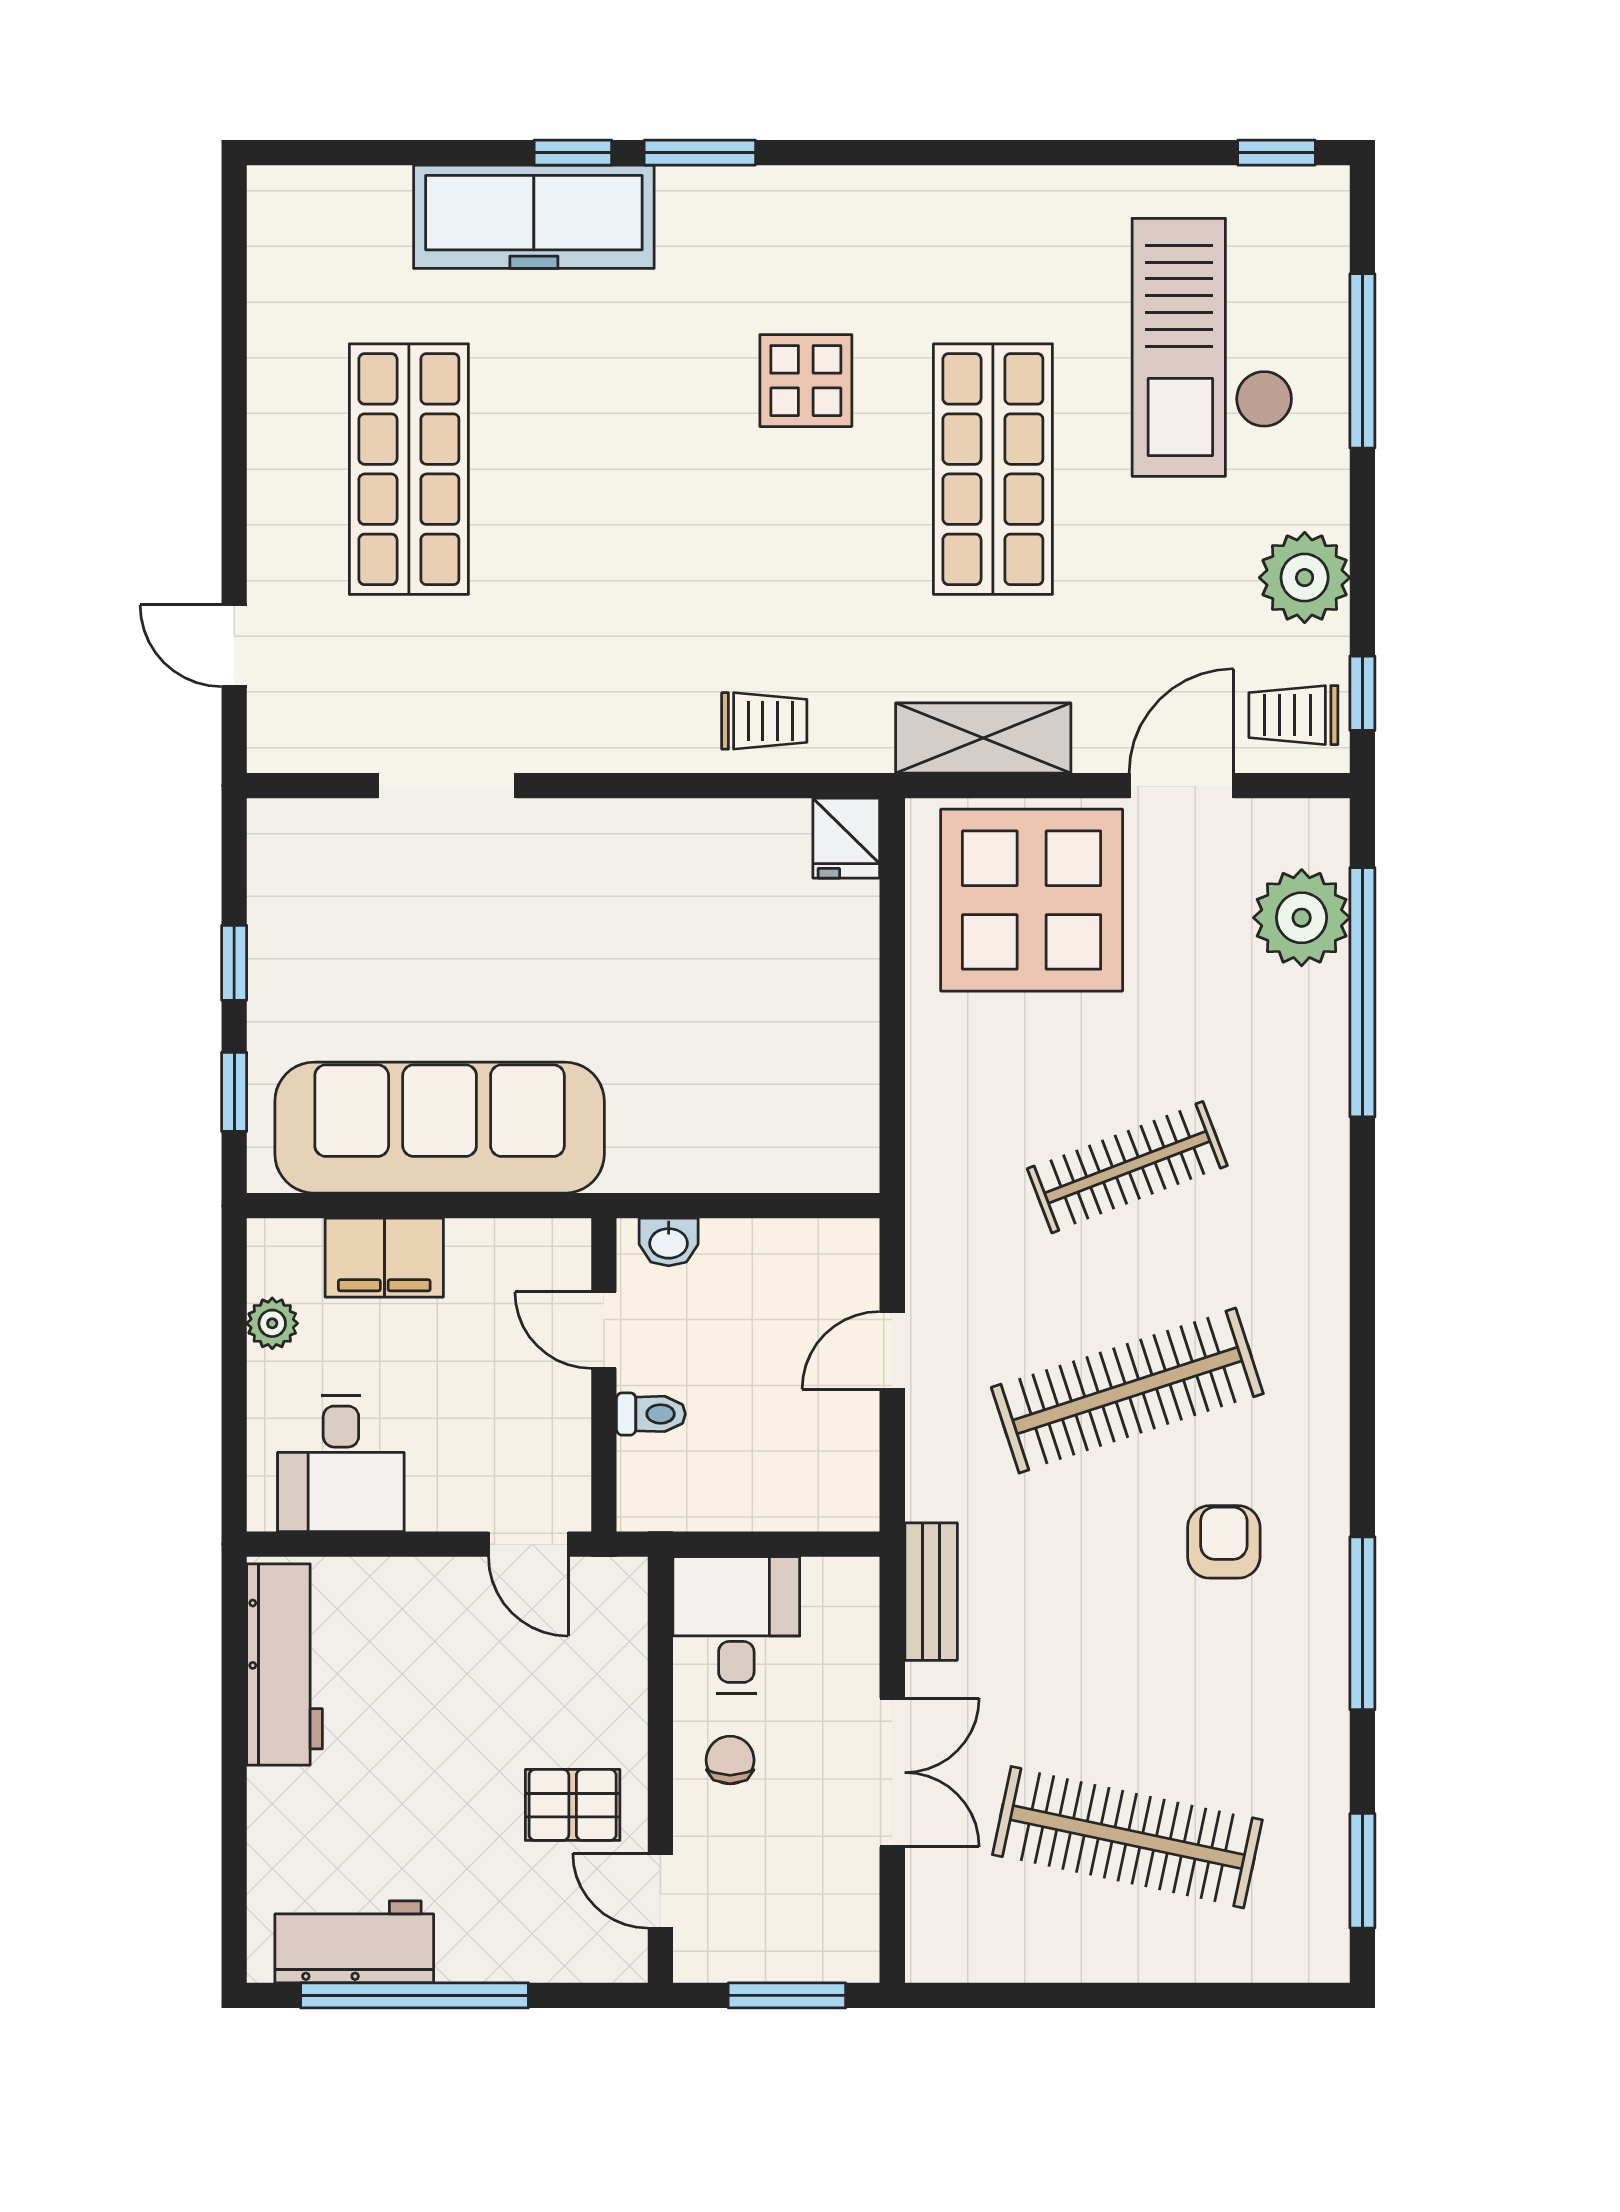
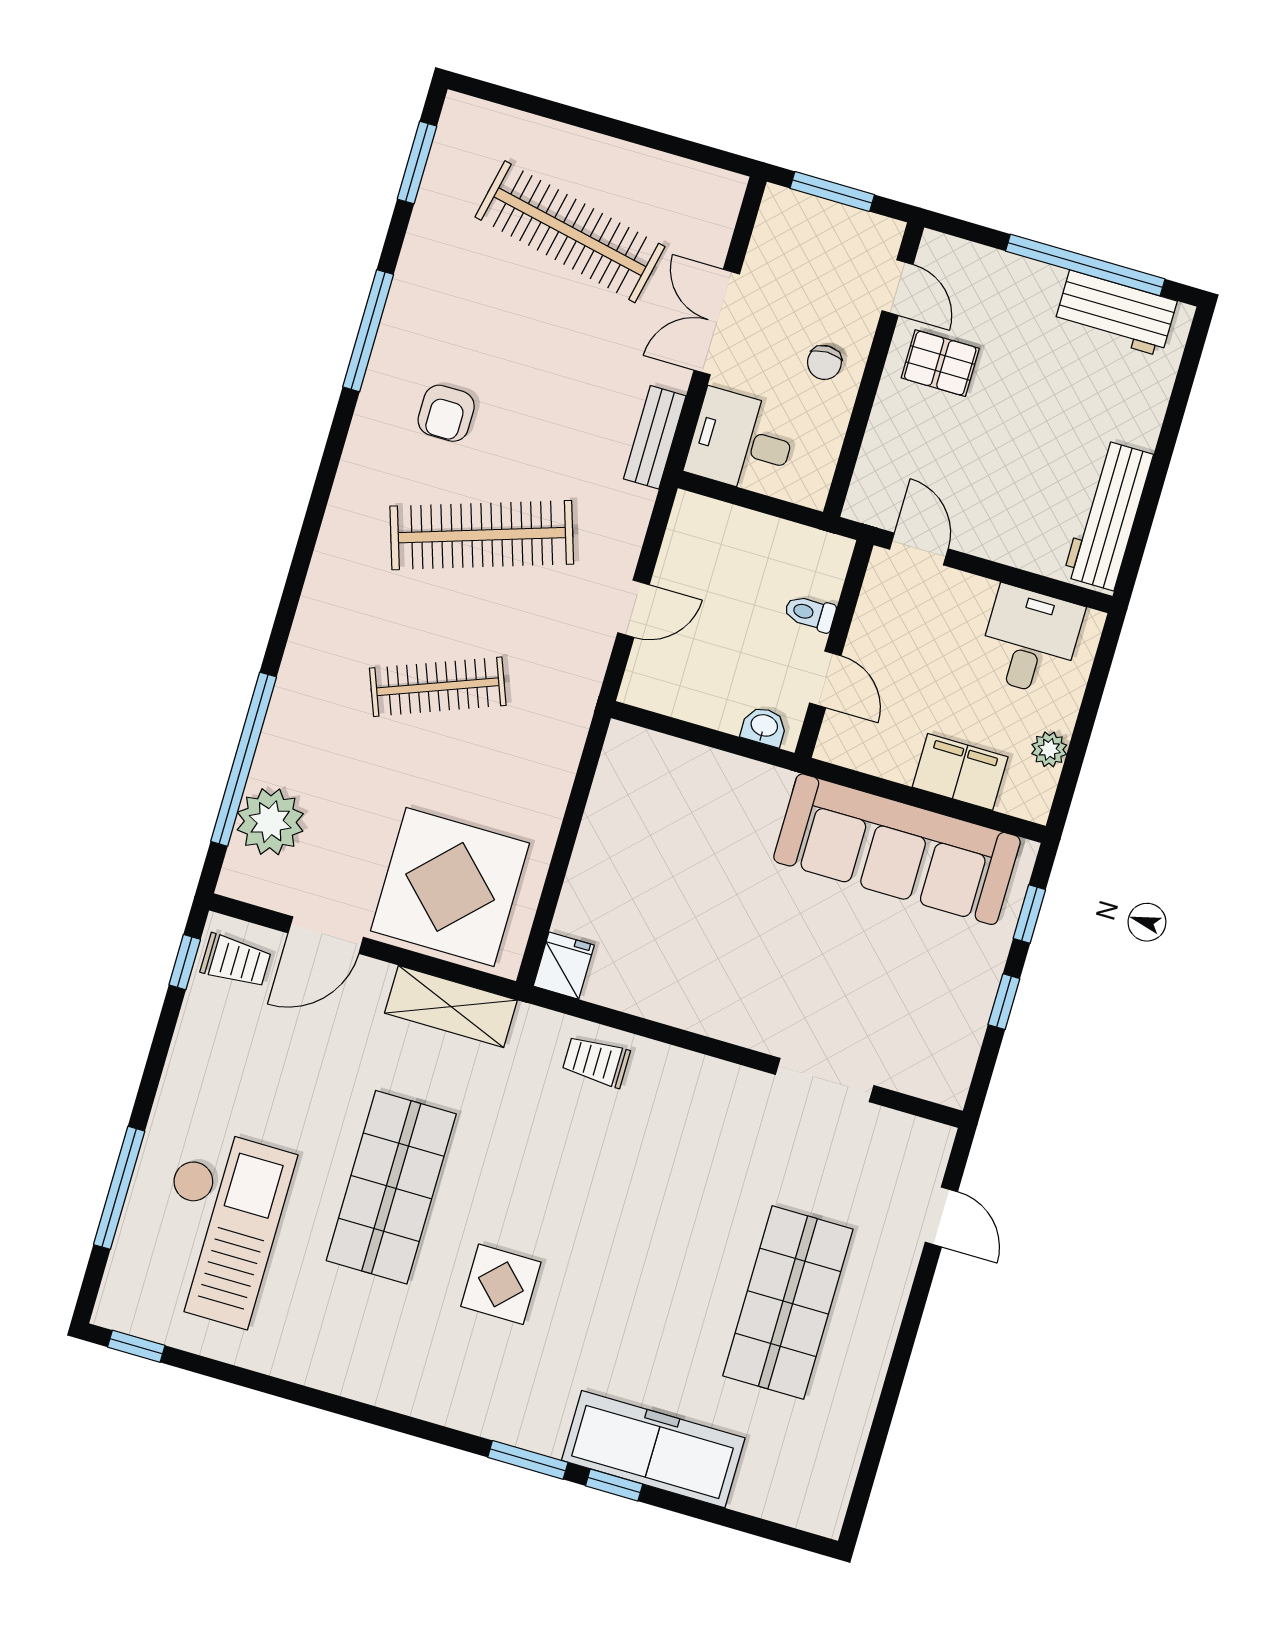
plant: (1305, 578) -> (201, 1052), removed
desk: (736, 1625) -> (742, 442), moved, turned 90

